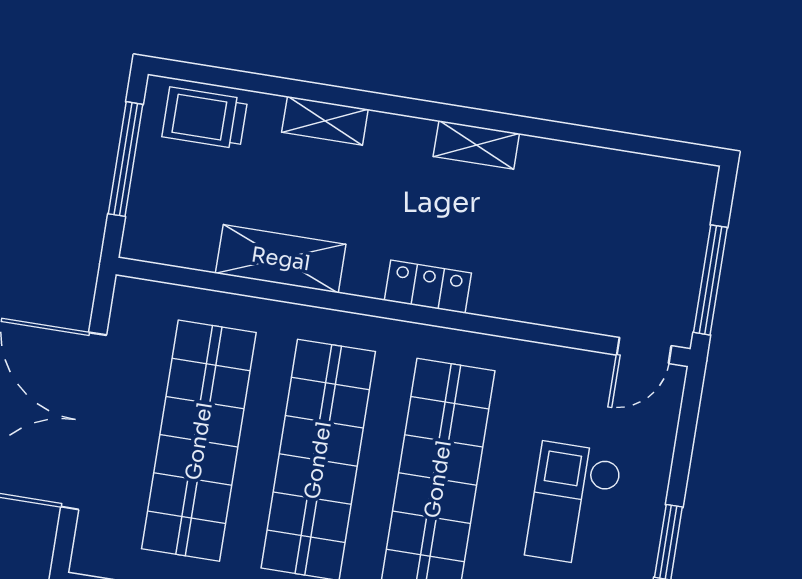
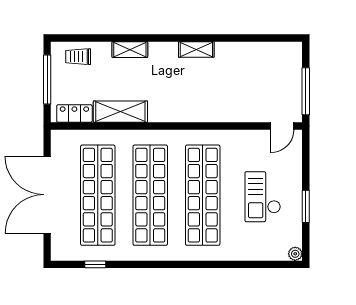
trolley: (205, 118) -> (78, 57), width x0.73, depth x0.72
locker: (428, 287) -> (74, 114), moved

